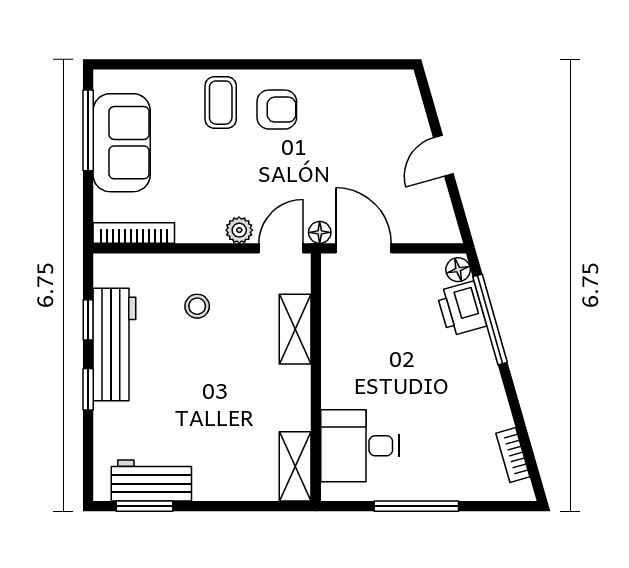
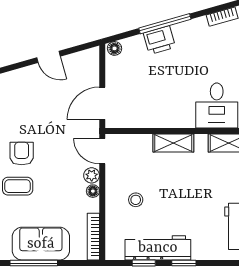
floor lamp: (320, 232) -> (93, 191), moved
printer: (461, 309) -> (159, 40), moved
window: (490, 319) -> (165, 24), moved
shelving: (295, 329) -> (173, 143), moved

